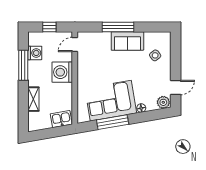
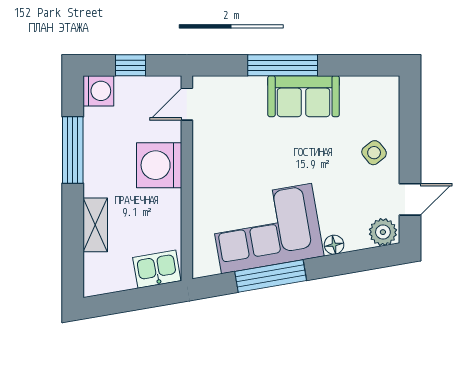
washing machine: (35, 53) -> (98, 91), moved
side table: (155, 55) -> (374, 153), moved

